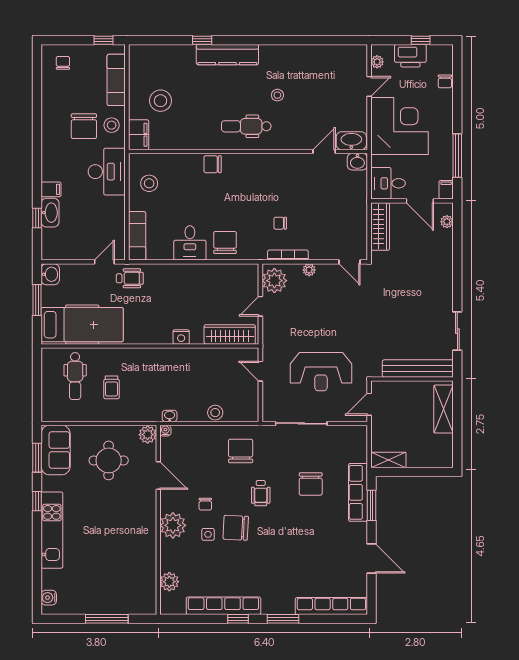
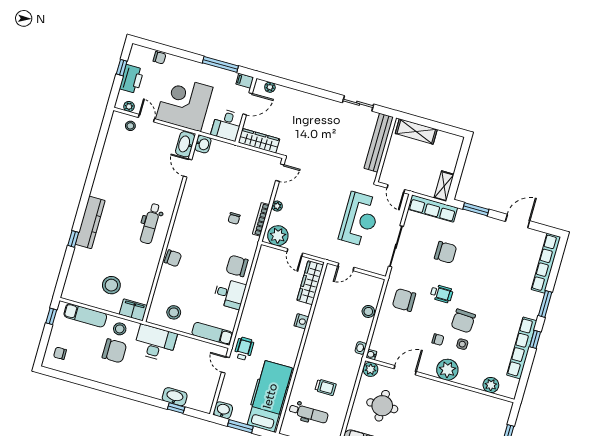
stool: (277, 95) -> (130, 126), moved
chair: (213, 164) -> (173, 258), turned -86
filing cabinet: (51, 189) -> (157, 391), removed
row of seats: (358, 492) -> (433, 209), moved

